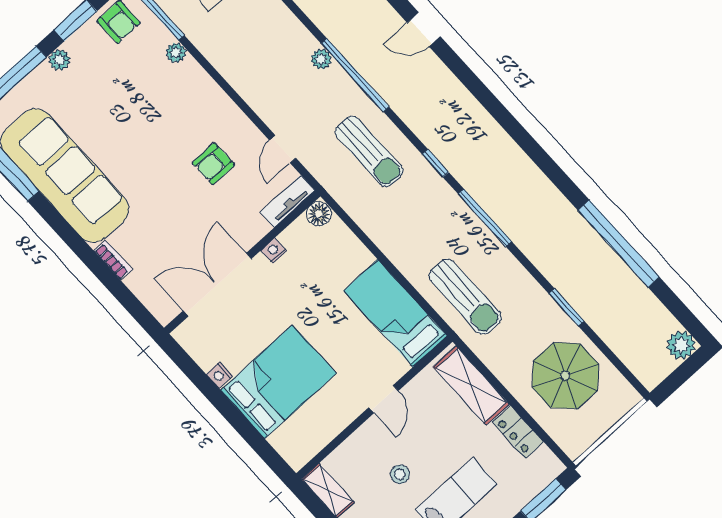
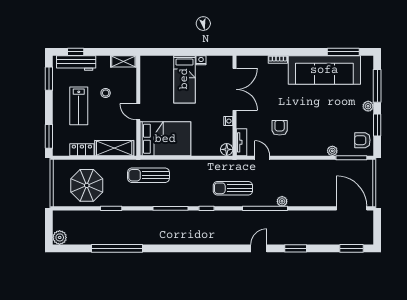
bed: (396, 313) -> (165, 139), width x1.50
bed: (278, 382) -> (184, 79), width x0.67

